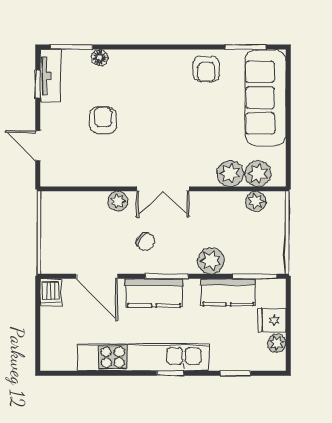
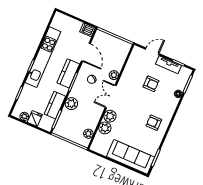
armchair: (206, 69) -> (154, 123), moved
tv unit: (50, 76) -> (168, 65), moved
plant: (258, 174) -> (110, 116), moved
door: (97, 276) -> (86, 52), swing flipped

